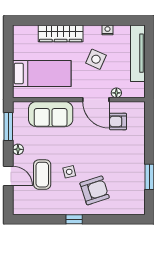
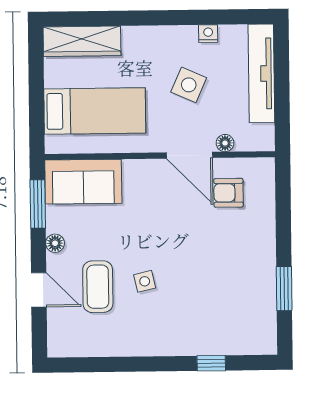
wardrobe: (61, 33) -> (82, 41), moved
sofa: (51, 114) -> (83, 182), moved
armchair: (95, 190) -> (189, 313), removed
window: (74, 219) -> (211, 363), moved

